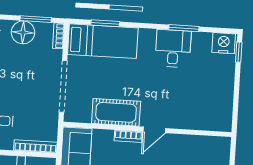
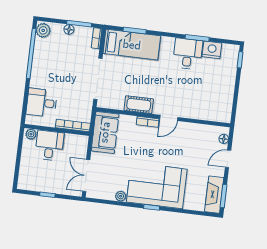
floor lamp: (23, 32) -> (69, 29), width x0.53, depth x0.53
nightstand: (224, 43) -> (212, 50), moved
cot: (116, 112) -> (139, 105), width x0.73, depth x0.75
floor lamp: (224, 152) -> (224, 139), added

